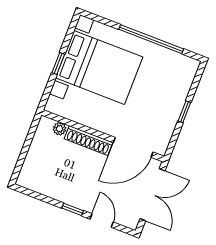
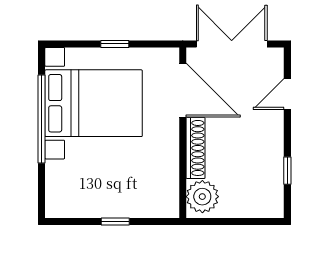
bed with nightstands: (99, 67) -> (94, 103), moved, turned 90
plant: (60, 129) -> (202, 197), width x1.88, depth x1.88
window: (73, 209) -> (287, 171), moved

